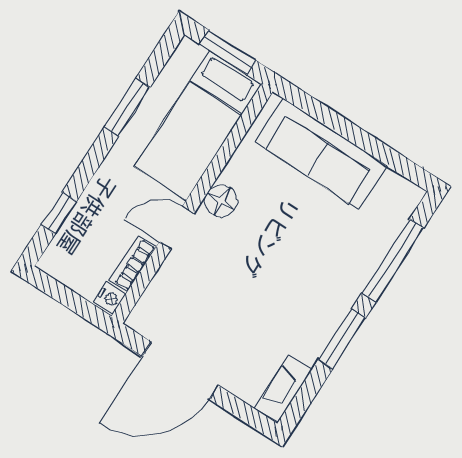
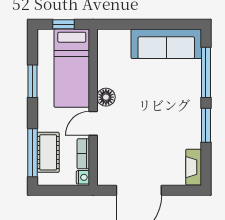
window: (228, 52) -> (64, 24), width x0.67
sofa: (321, 154) -> (166, 44), moved
window: (59, 213) -> (33, 153), width x2.17
cot: (82, 227) -> (48, 152), added

